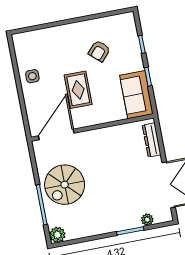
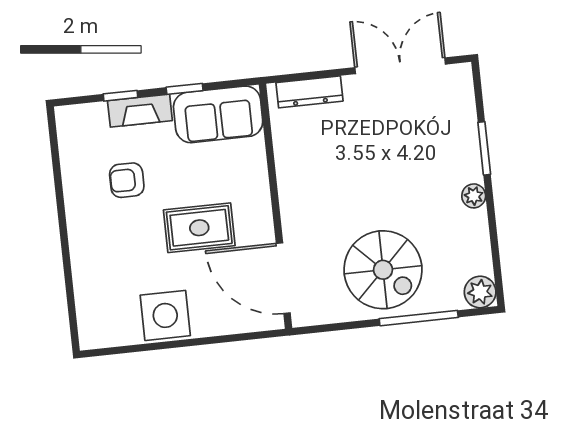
armchair: (99, 51) -> (127, 180), turned 138
fireplace: (135, 55) -> (140, 111), added
side table: (32, 76) -> (165, 315), width x1.87, depth x1.87
plant: (147, 220) -> (474, 196), moved

